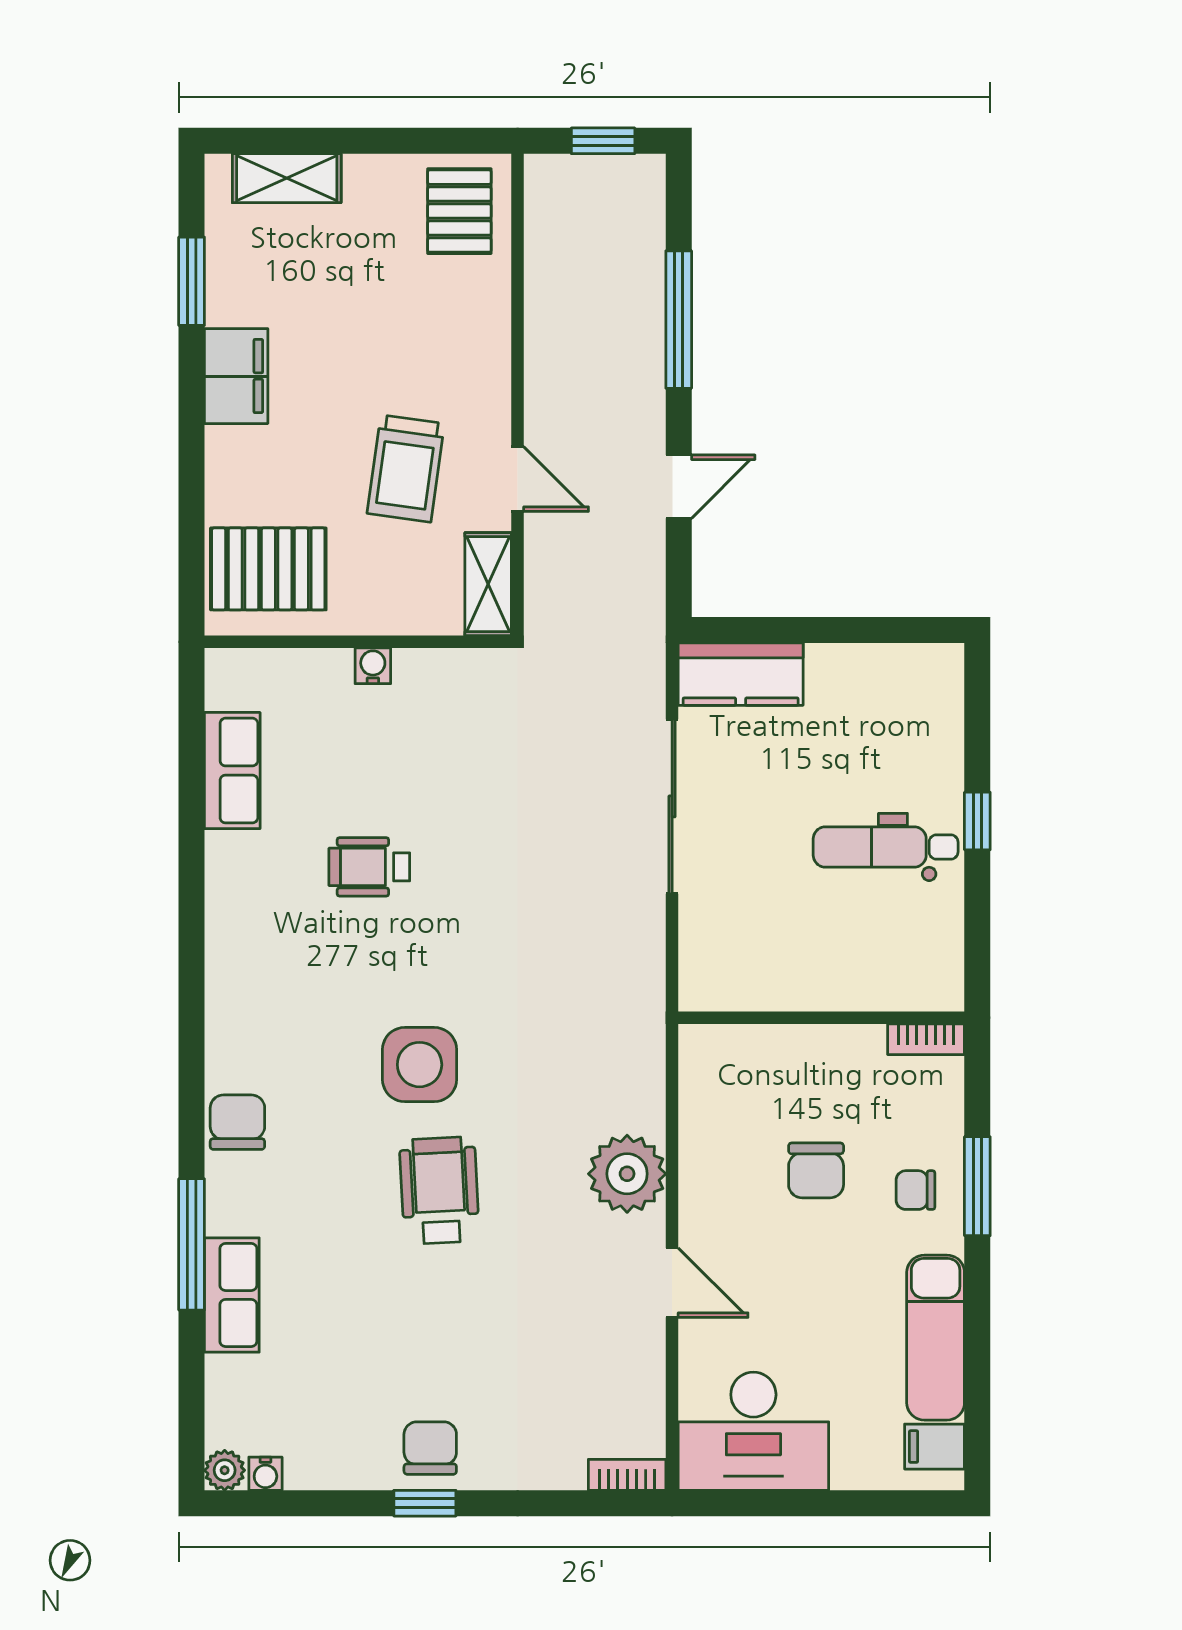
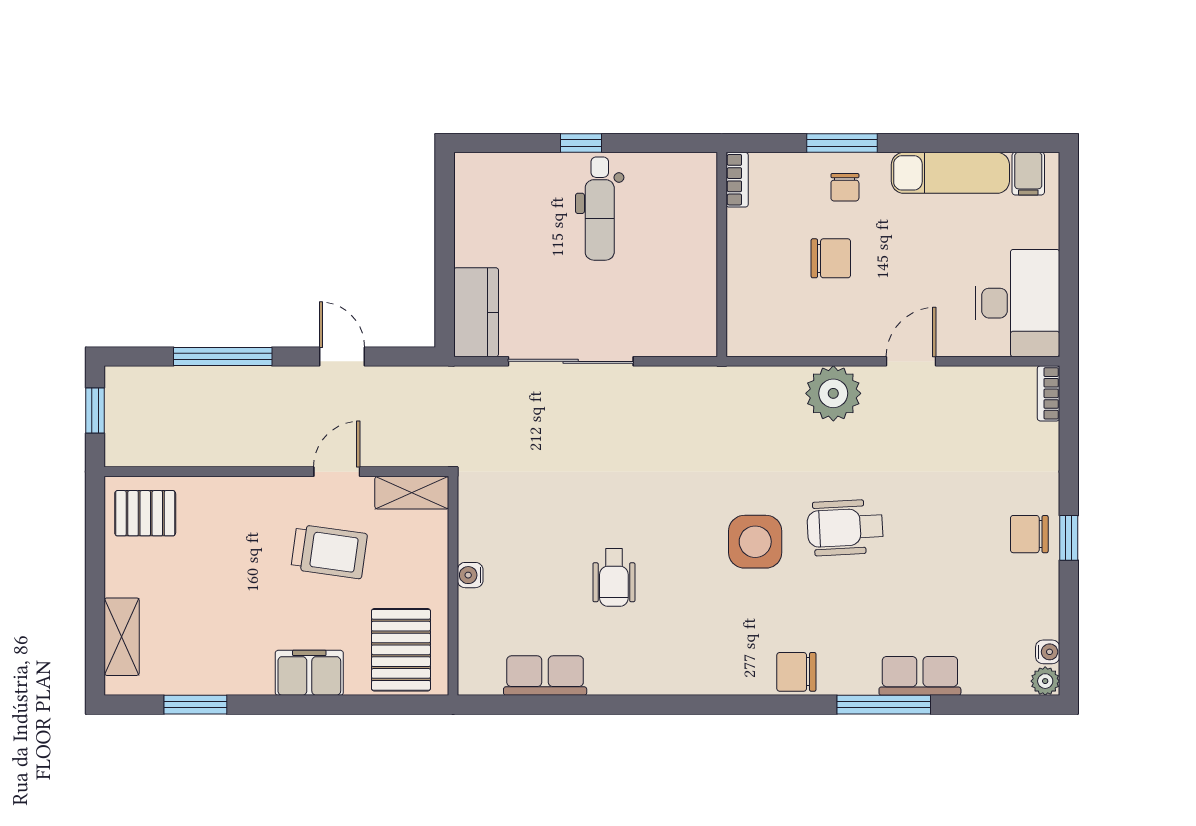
filing cabinet: (236, 376) -> (309, 673), moved

